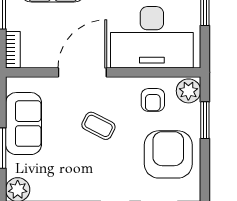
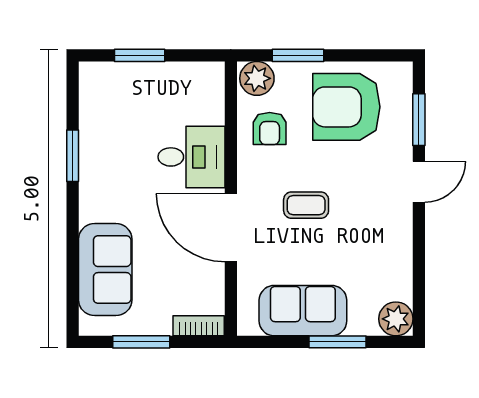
desk: (152, 37) -> (191, 157), width x0.53, depth x0.77
armchair: (153, 100) -> (270, 129), turned 90
coffee table: (98, 126) -> (306, 205), turned 63

